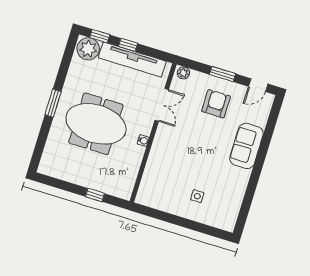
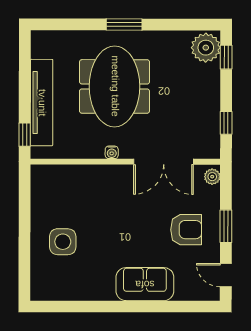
window: (128, 45) -> (226, 123), moved
tv unit: (132, 60) -> (42, 103), moved, turned 180
double door: (162, 105) -> (164, 162), width x1.37
window: (95, 195) -> (25, 135), moved
side table: (197, 196) -> (63, 242), width x1.87, depth x1.87

